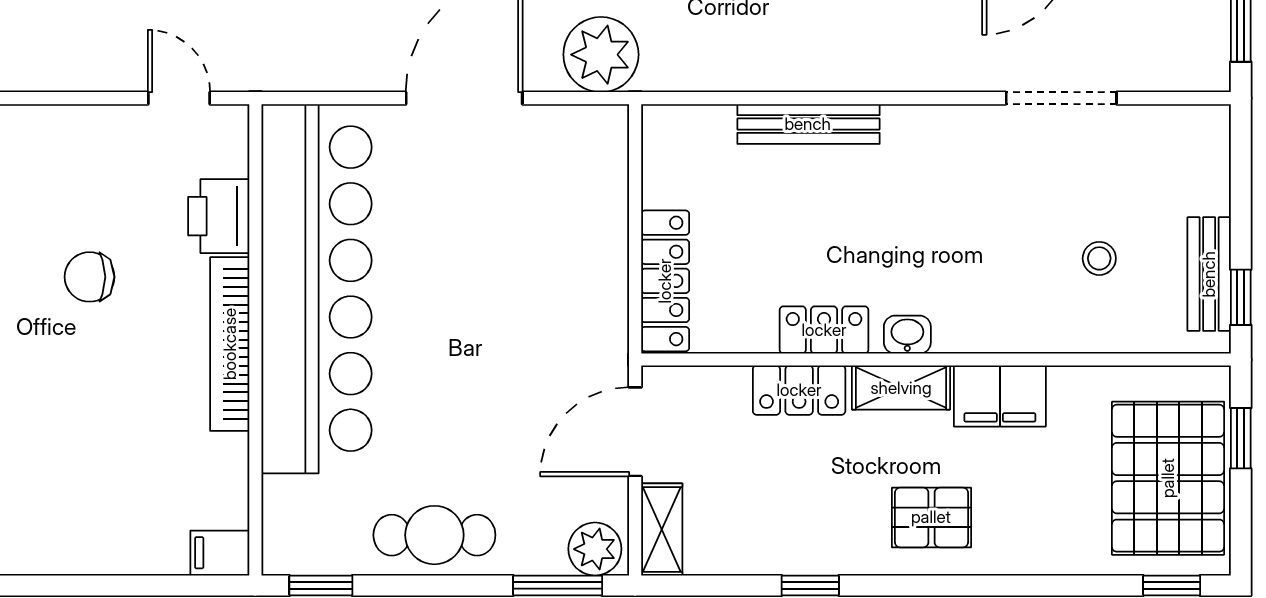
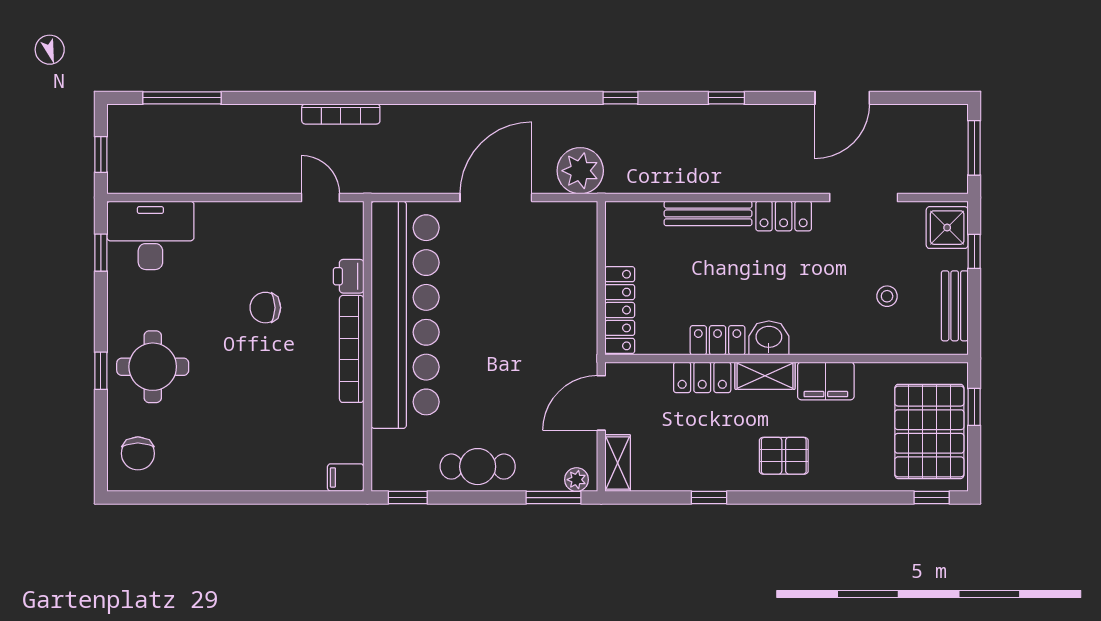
locker: (931, 128) -> (784, 216), added
shower: (1197, 147) -> (947, 228), added
printer: (219, 216) -> (349, 276), width x0.73, depth x0.81
window: (1241, 297) -> (974, 251), moved
washbasin: (907, 335) -> (769, 338), width x1.38, depth x1.45
plant: (595, 549) -> (576, 480), width x0.73, depth x0.73

